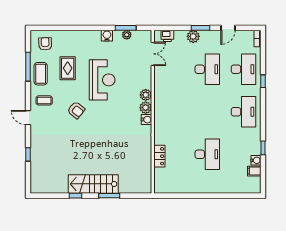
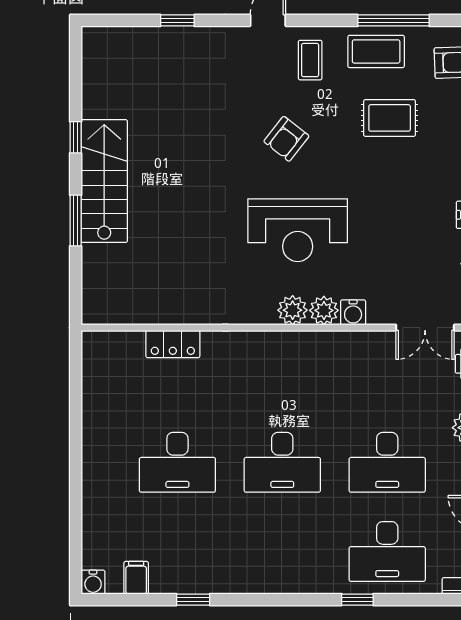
reception desk: (102, 80) -> (298, 230), moved
desk: (243, 112) -> (282, 462), moved
water cooler: (147, 120) -> (353, 312), moved
water cooler: (256, 160) -> (93, 582), moved

